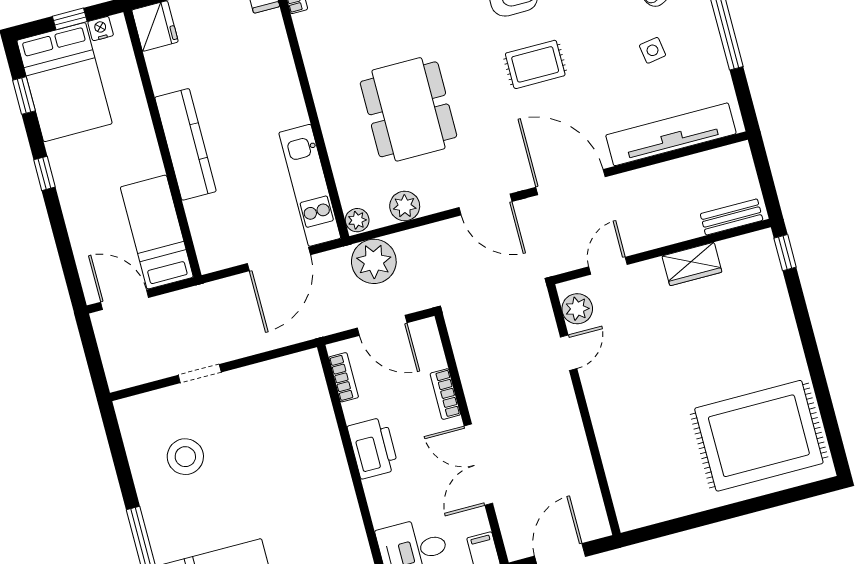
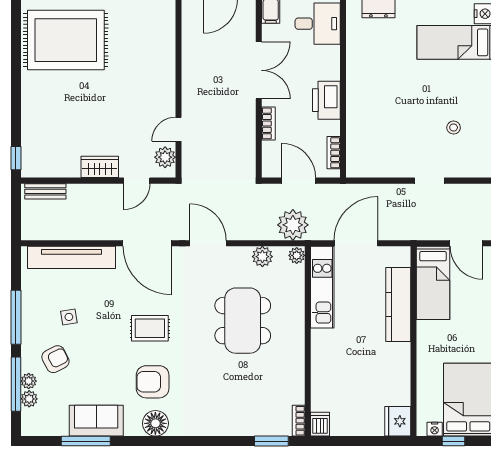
kitchen counter: (185, 144) -> (398, 305), moved
wardrobe: (692, 264) -> (100, 167), moved
stool: (185, 457) -> (454, 128), width x0.53, depth x0.53

